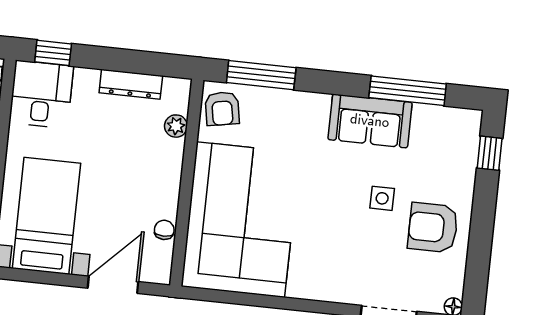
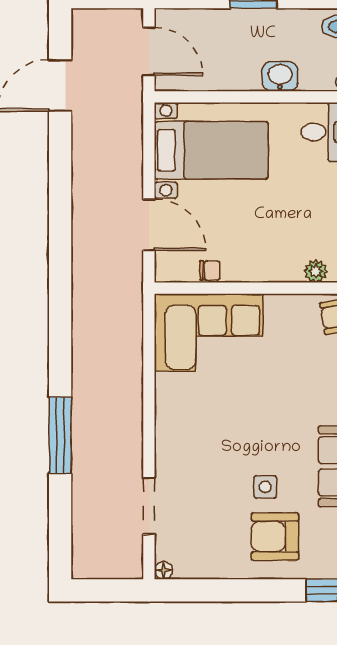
corner sofa: (241, 220) -> (209, 332), width x0.73, depth x0.74
armchair: (433, 228) -> (275, 537), moved, turned -90

